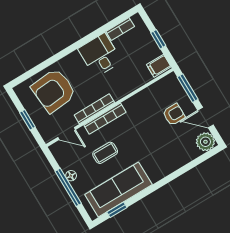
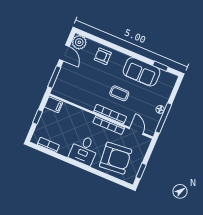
desk: (100, 55) -> (84, 150), moved
armchair: (174, 114) -> (103, 56), moved
window: (27, 120) -> (141, 171), moved
coffee table: (105, 153) -> (119, 93), moved
window: (68, 187) -> (164, 118), moved
sofa: (118, 189) -> (142, 72), width x0.73

